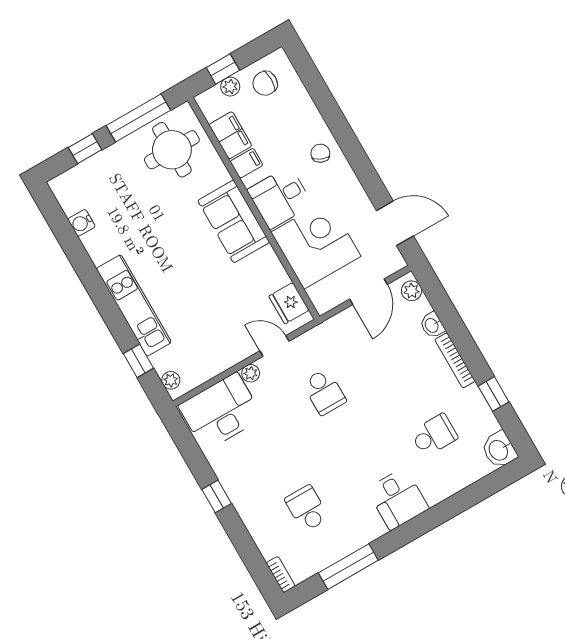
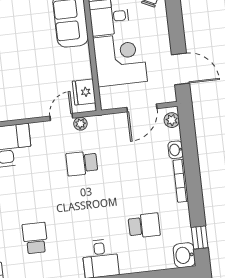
door: (274, 346) -> (61, 117), hinge flipped
plant: (251, 373) -> (80, 124), moved
school desk: (324, 392) -> (82, 163), turned 90
window: (493, 394) -> (200, 237), moved

